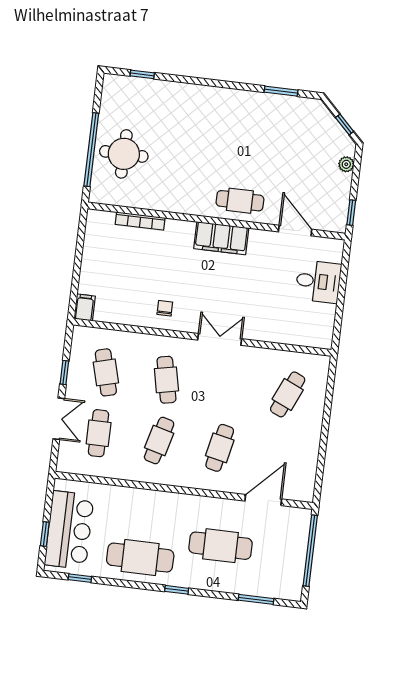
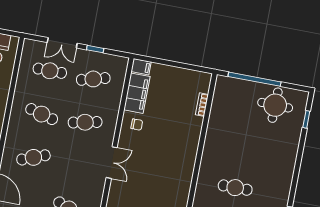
round table: (124, 154) -> (275, 105), moved
cafe table: (240, 201) -> (235, 188), moved, turned 90
bookcase: (140, 221) -> (202, 105), width x0.64
filing cabinet: (221, 238) -> (137, 93), moved, turned 180
cafe table: (220, 448) -> (33, 157), turned -33

